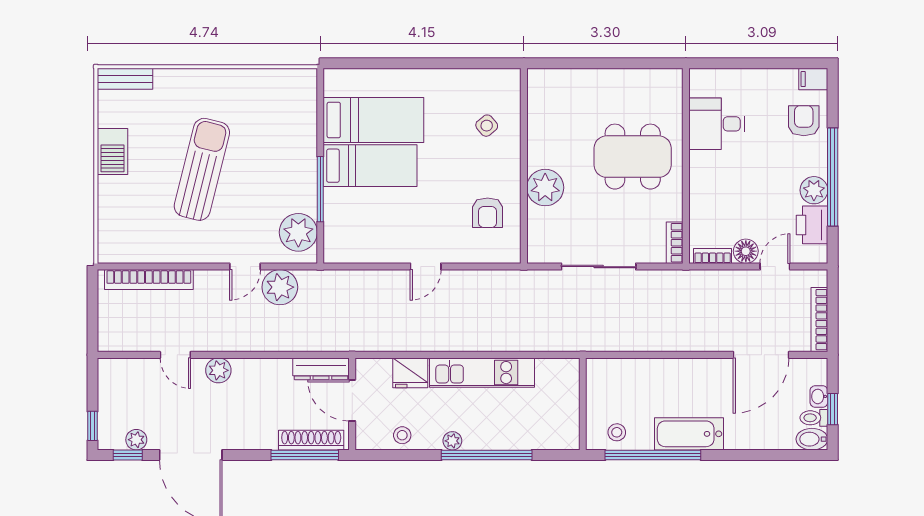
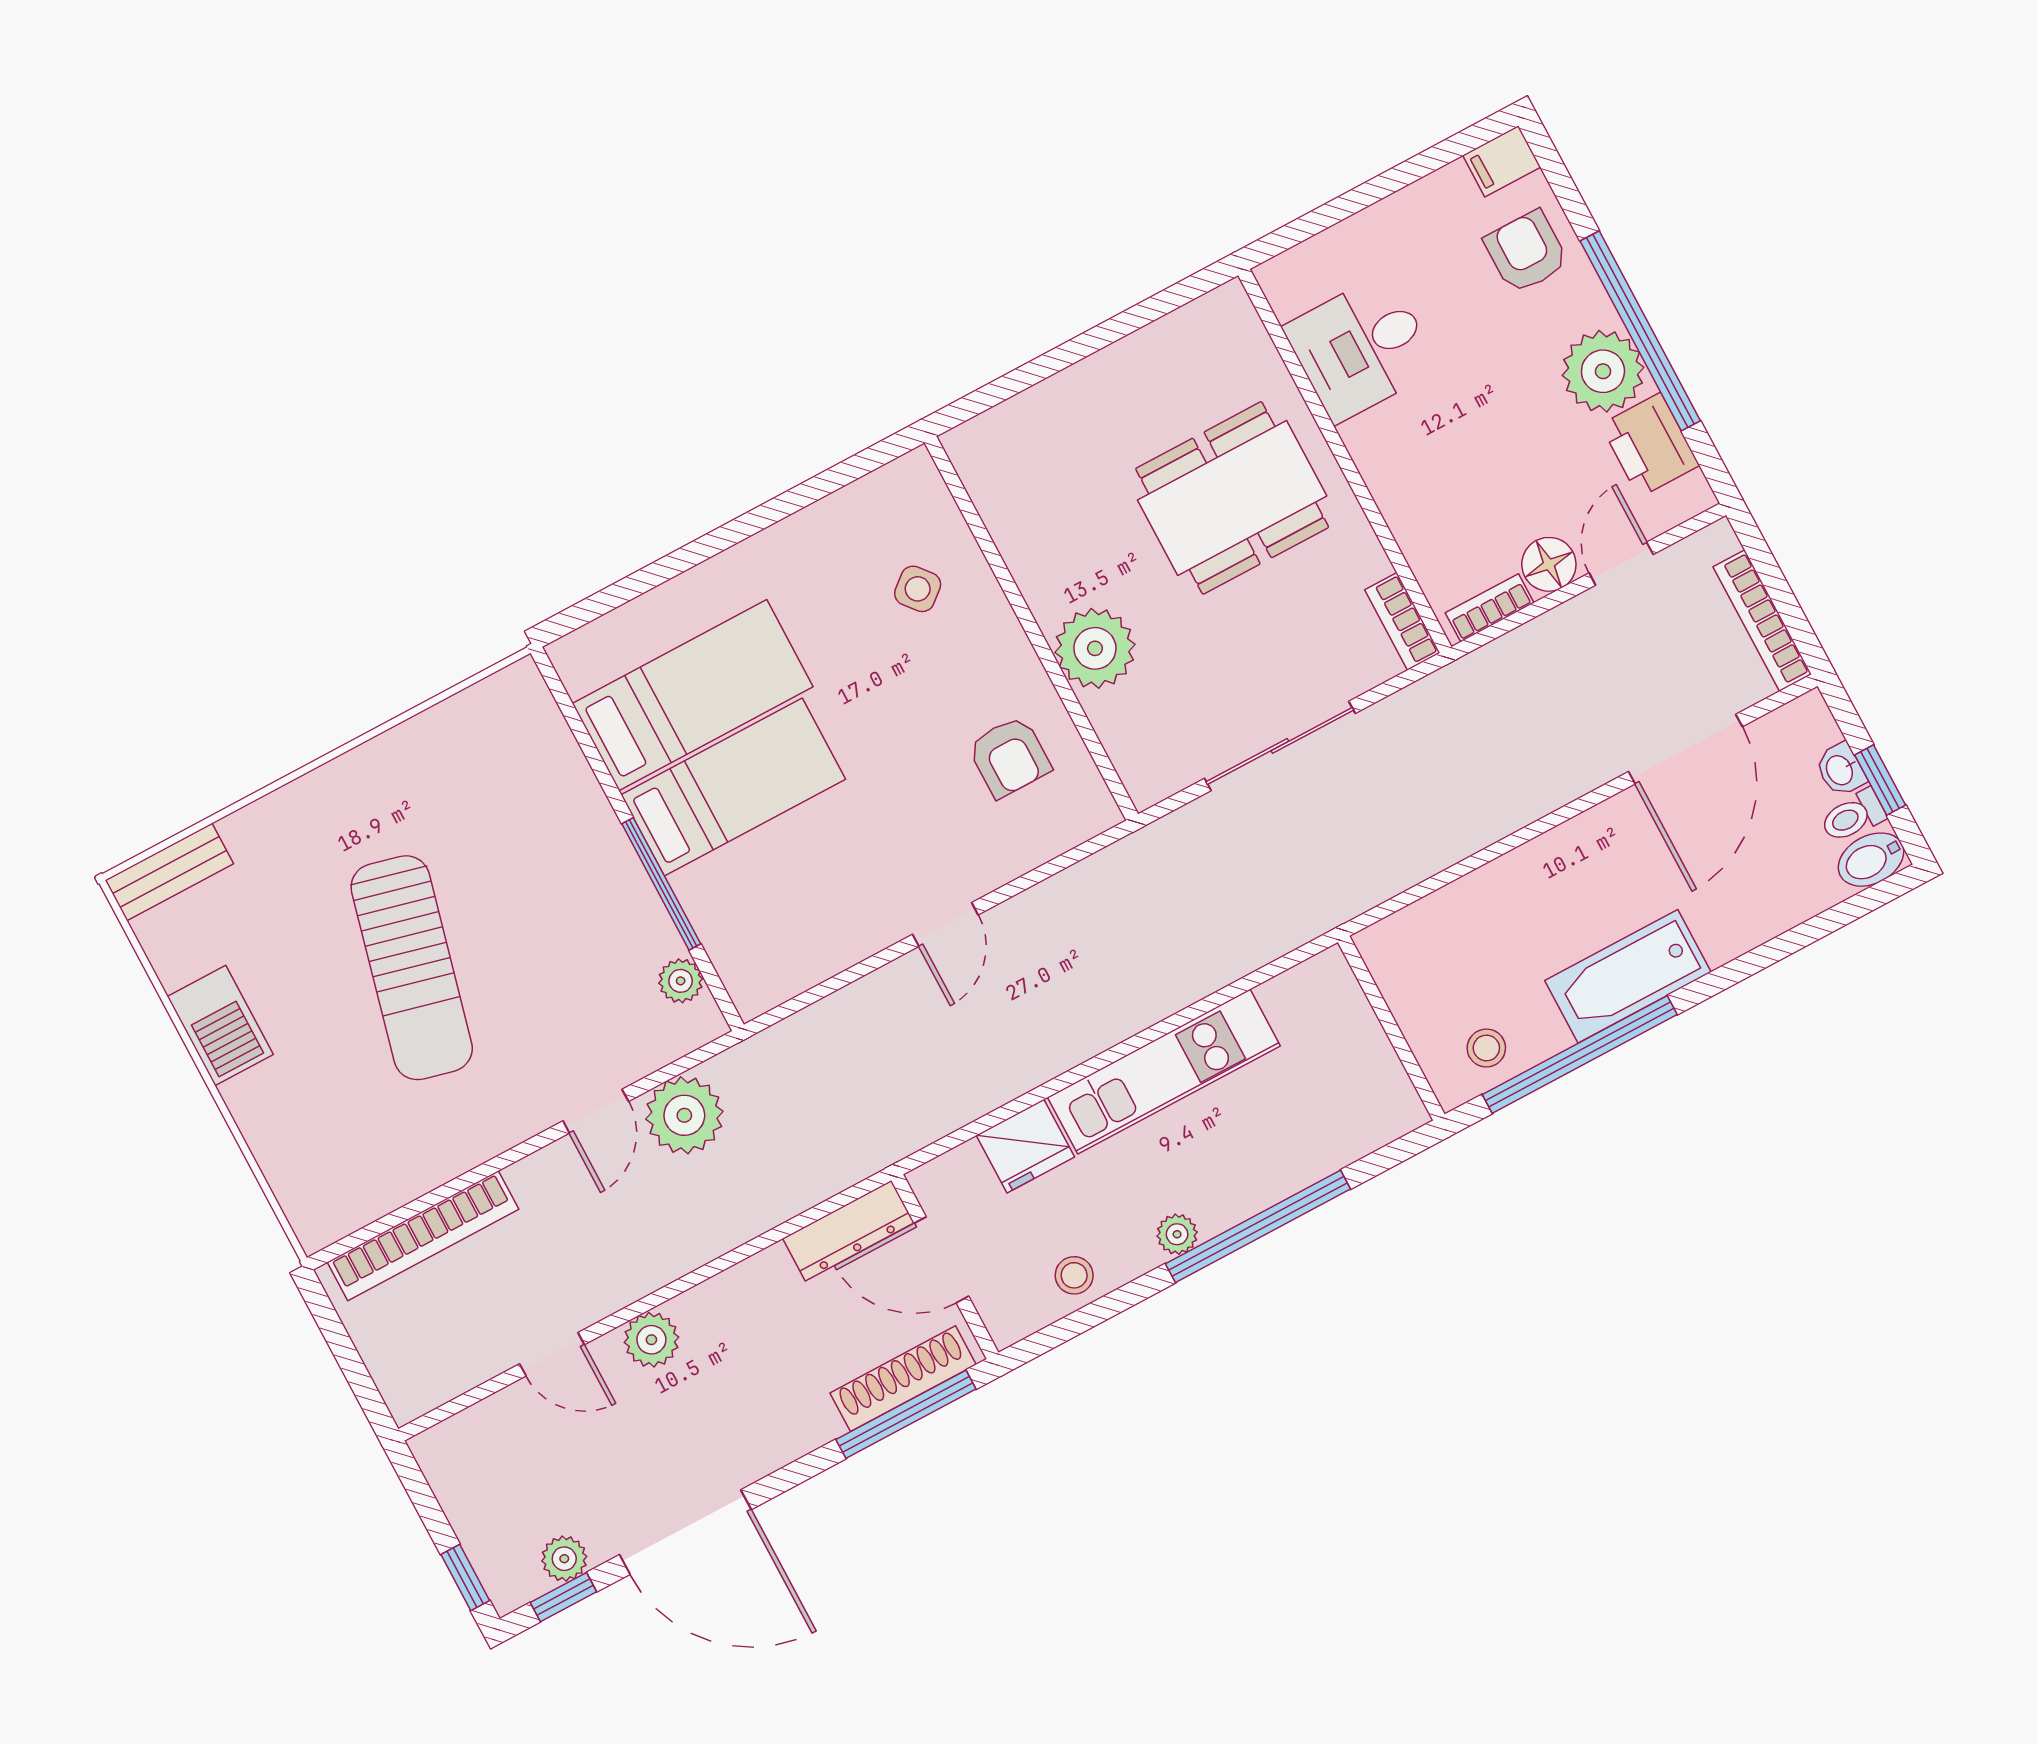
sun lounger: (202, 169) -> (412, 968), turned 180
plant: (814, 190) -> (1603, 371), width x1.36, depth x1.36
plant: (298, 232) -> (681, 981), width x0.53, depth x0.53

